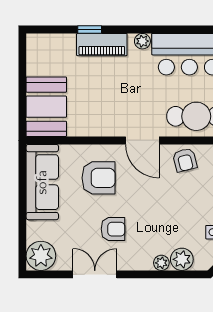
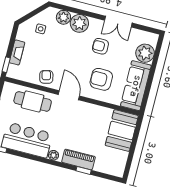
plant: (41, 256) -> (145, 53), moved
plant: (161, 263) -> (79, 23), width x1.87, depth x1.87

